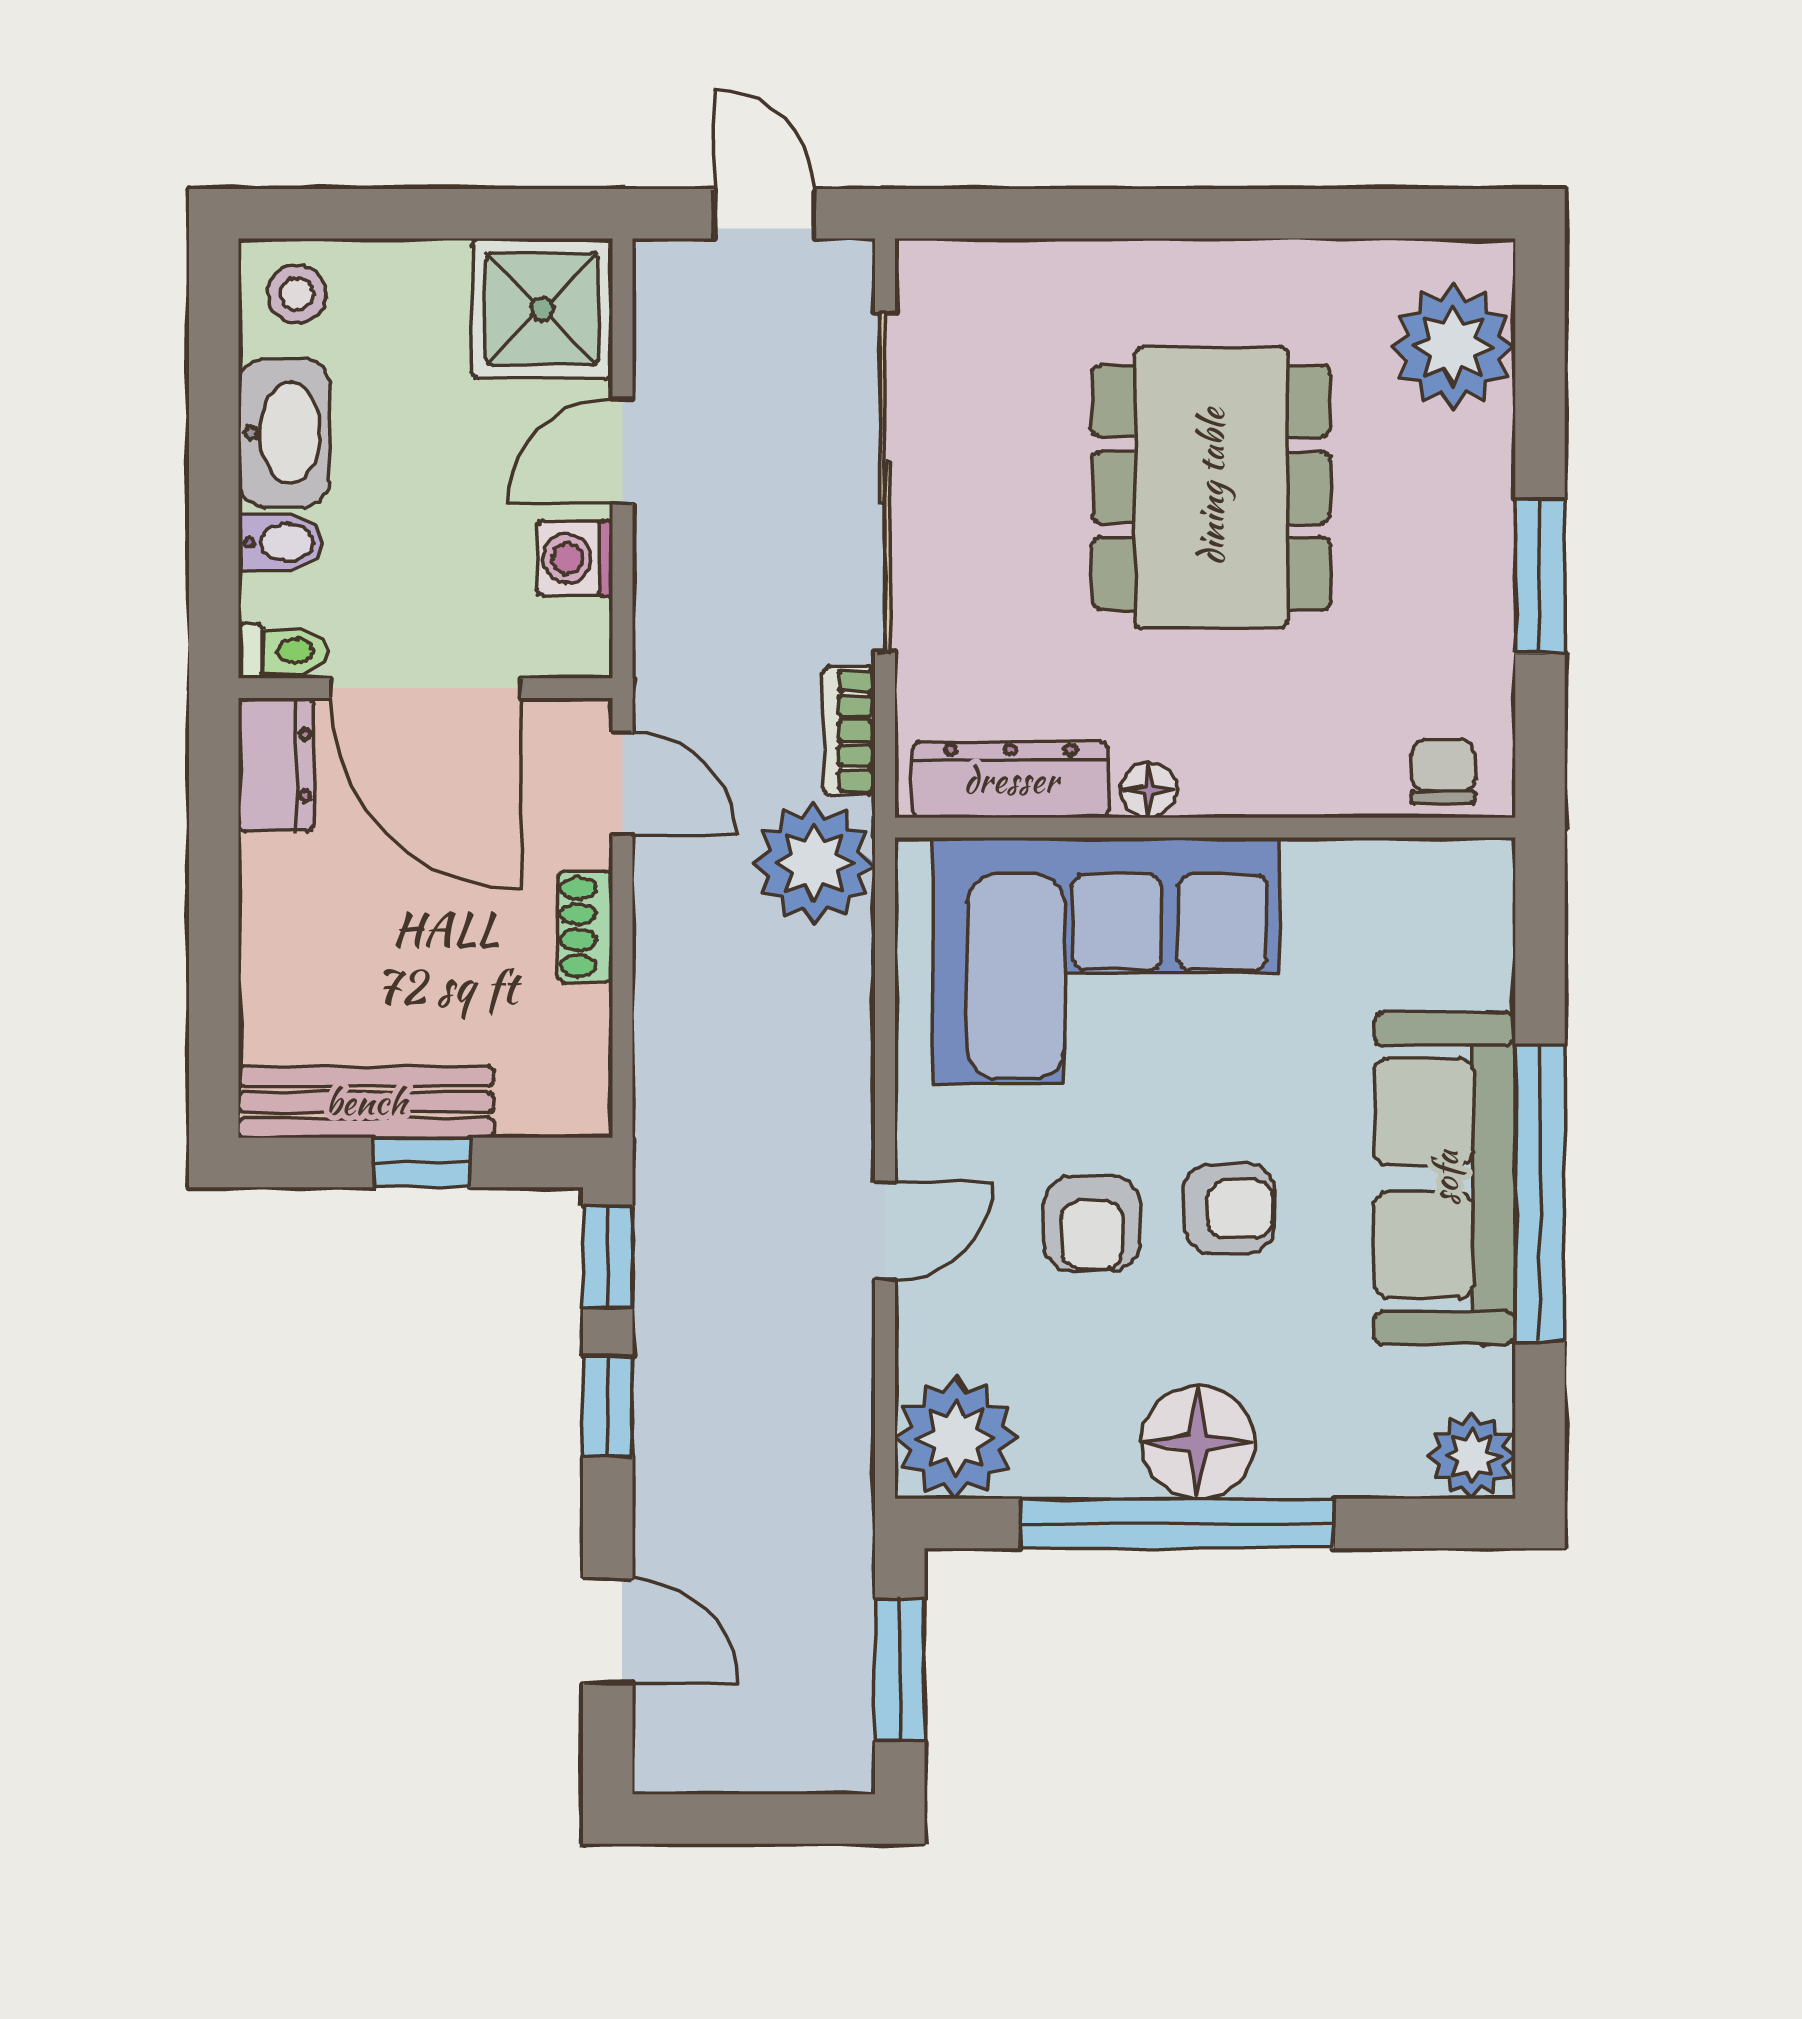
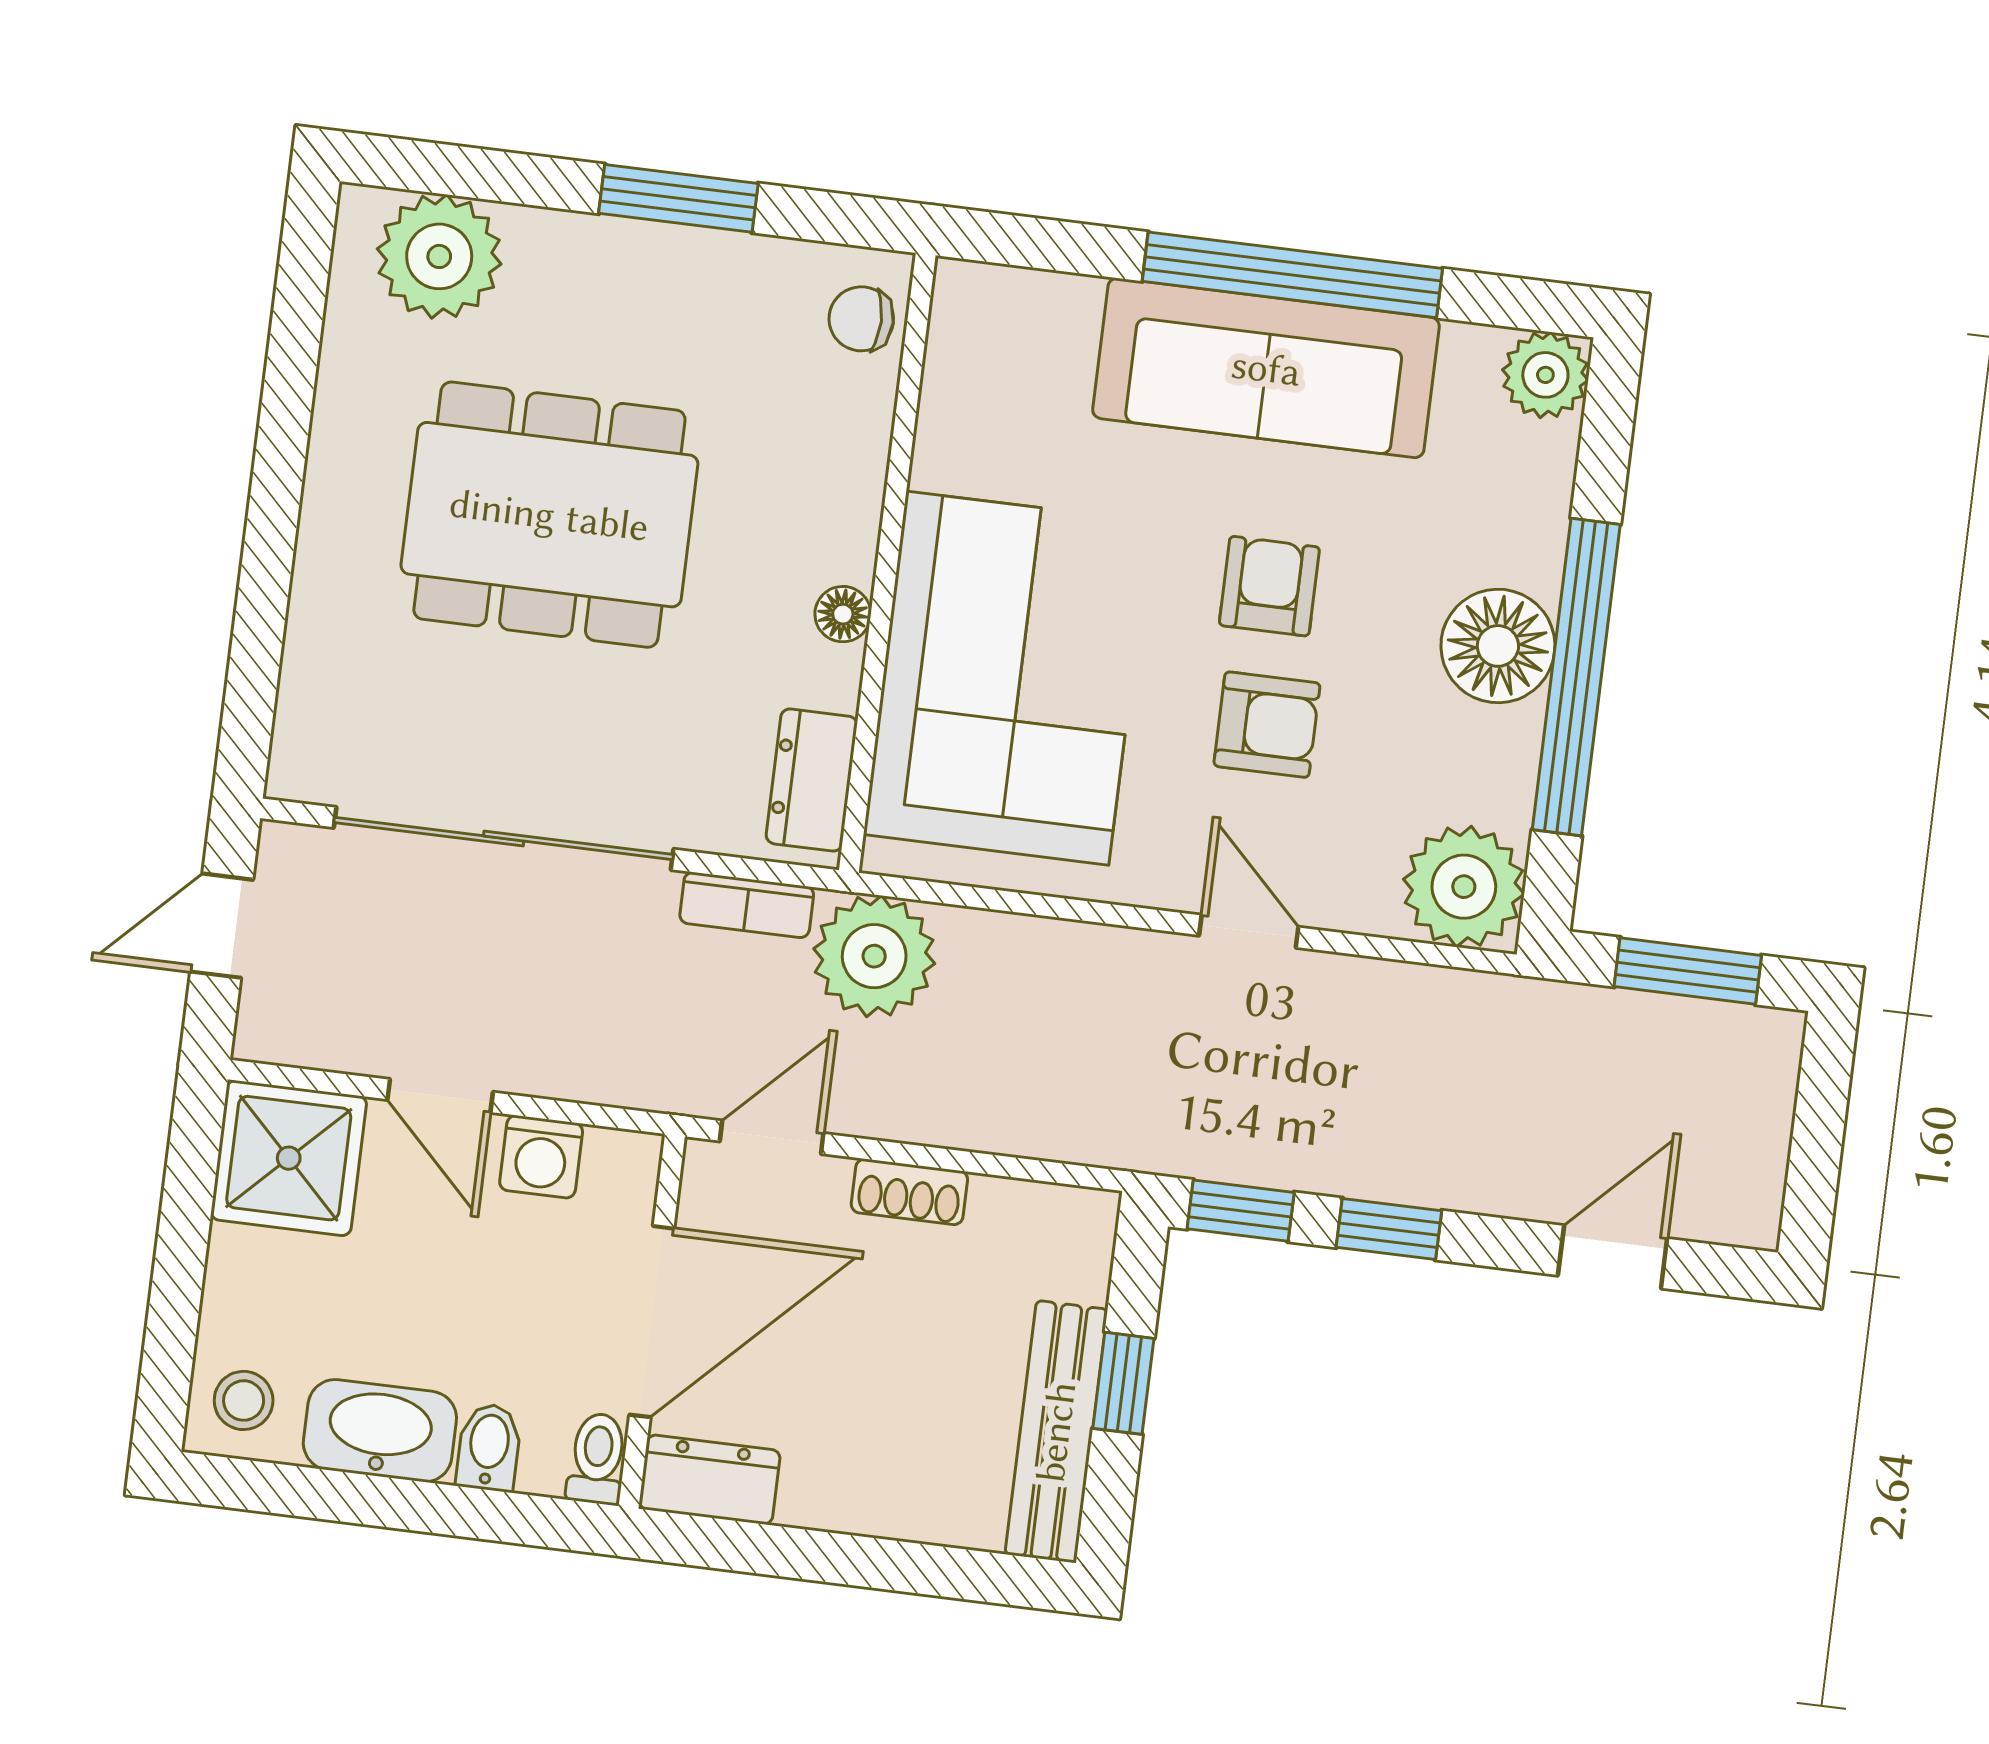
dresser: (1011, 780) -> (812, 780), width x0.70

